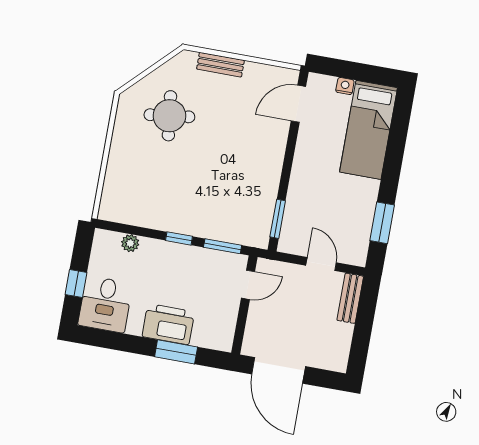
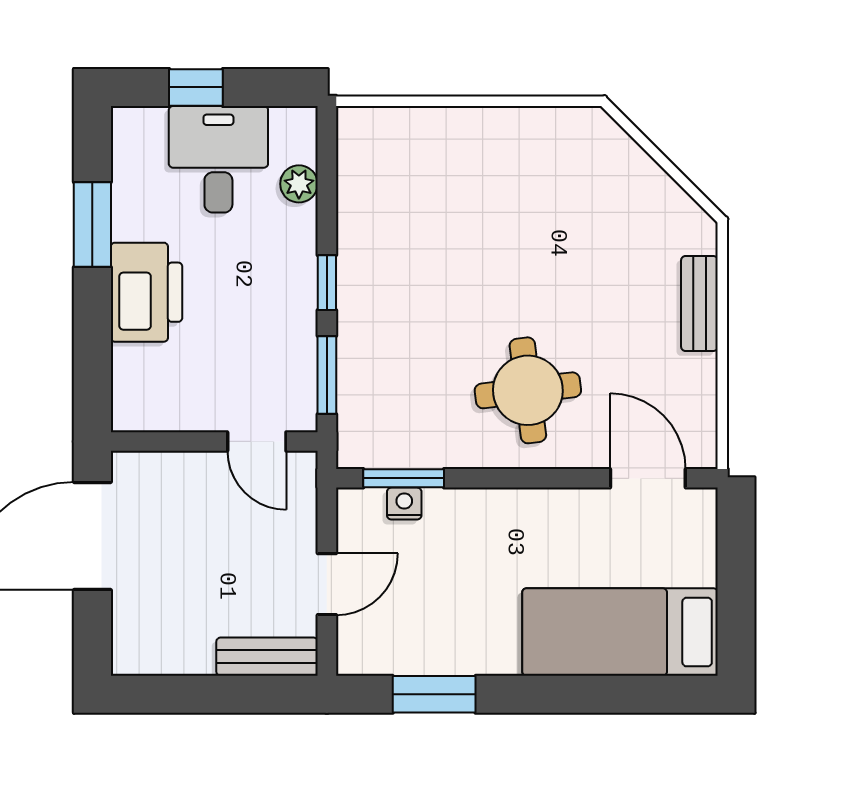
nightstand: (345, 86) -> (404, 504), moved, turned -90
round table: (169, 116) -> (528, 390), moved
desk: (105, 304) -> (218, 159), moved, turned 90
window: (176, 352) -> (92, 225), moved

